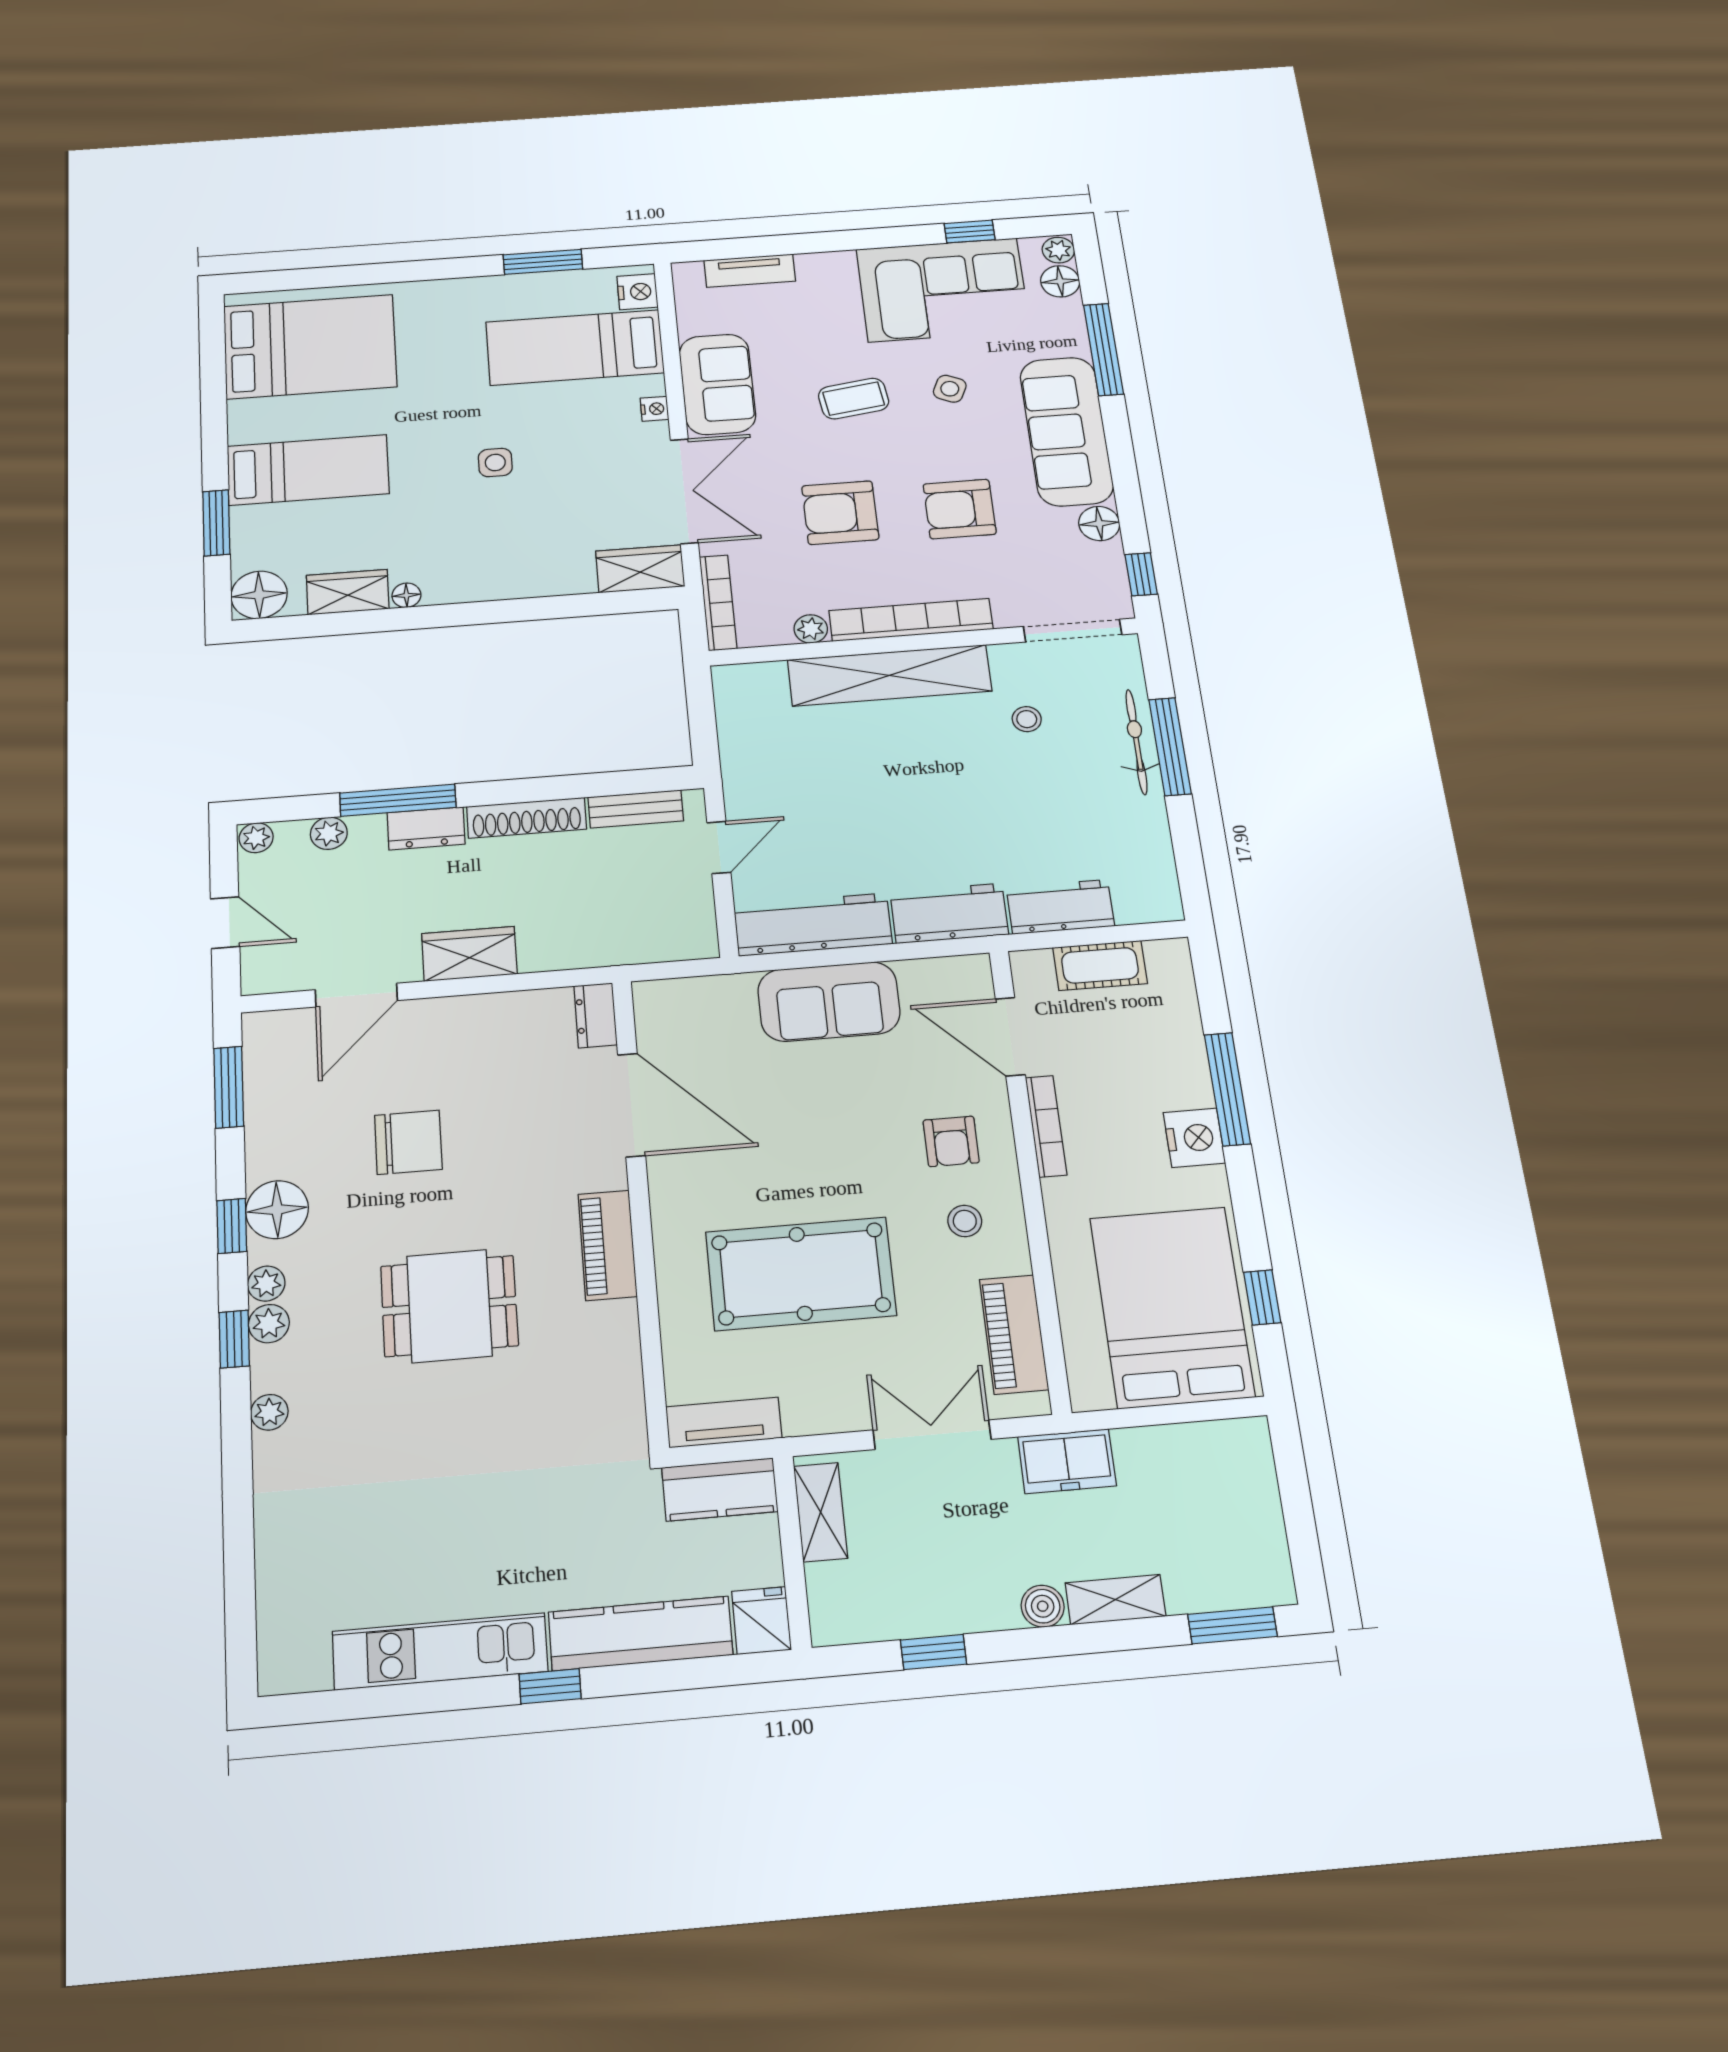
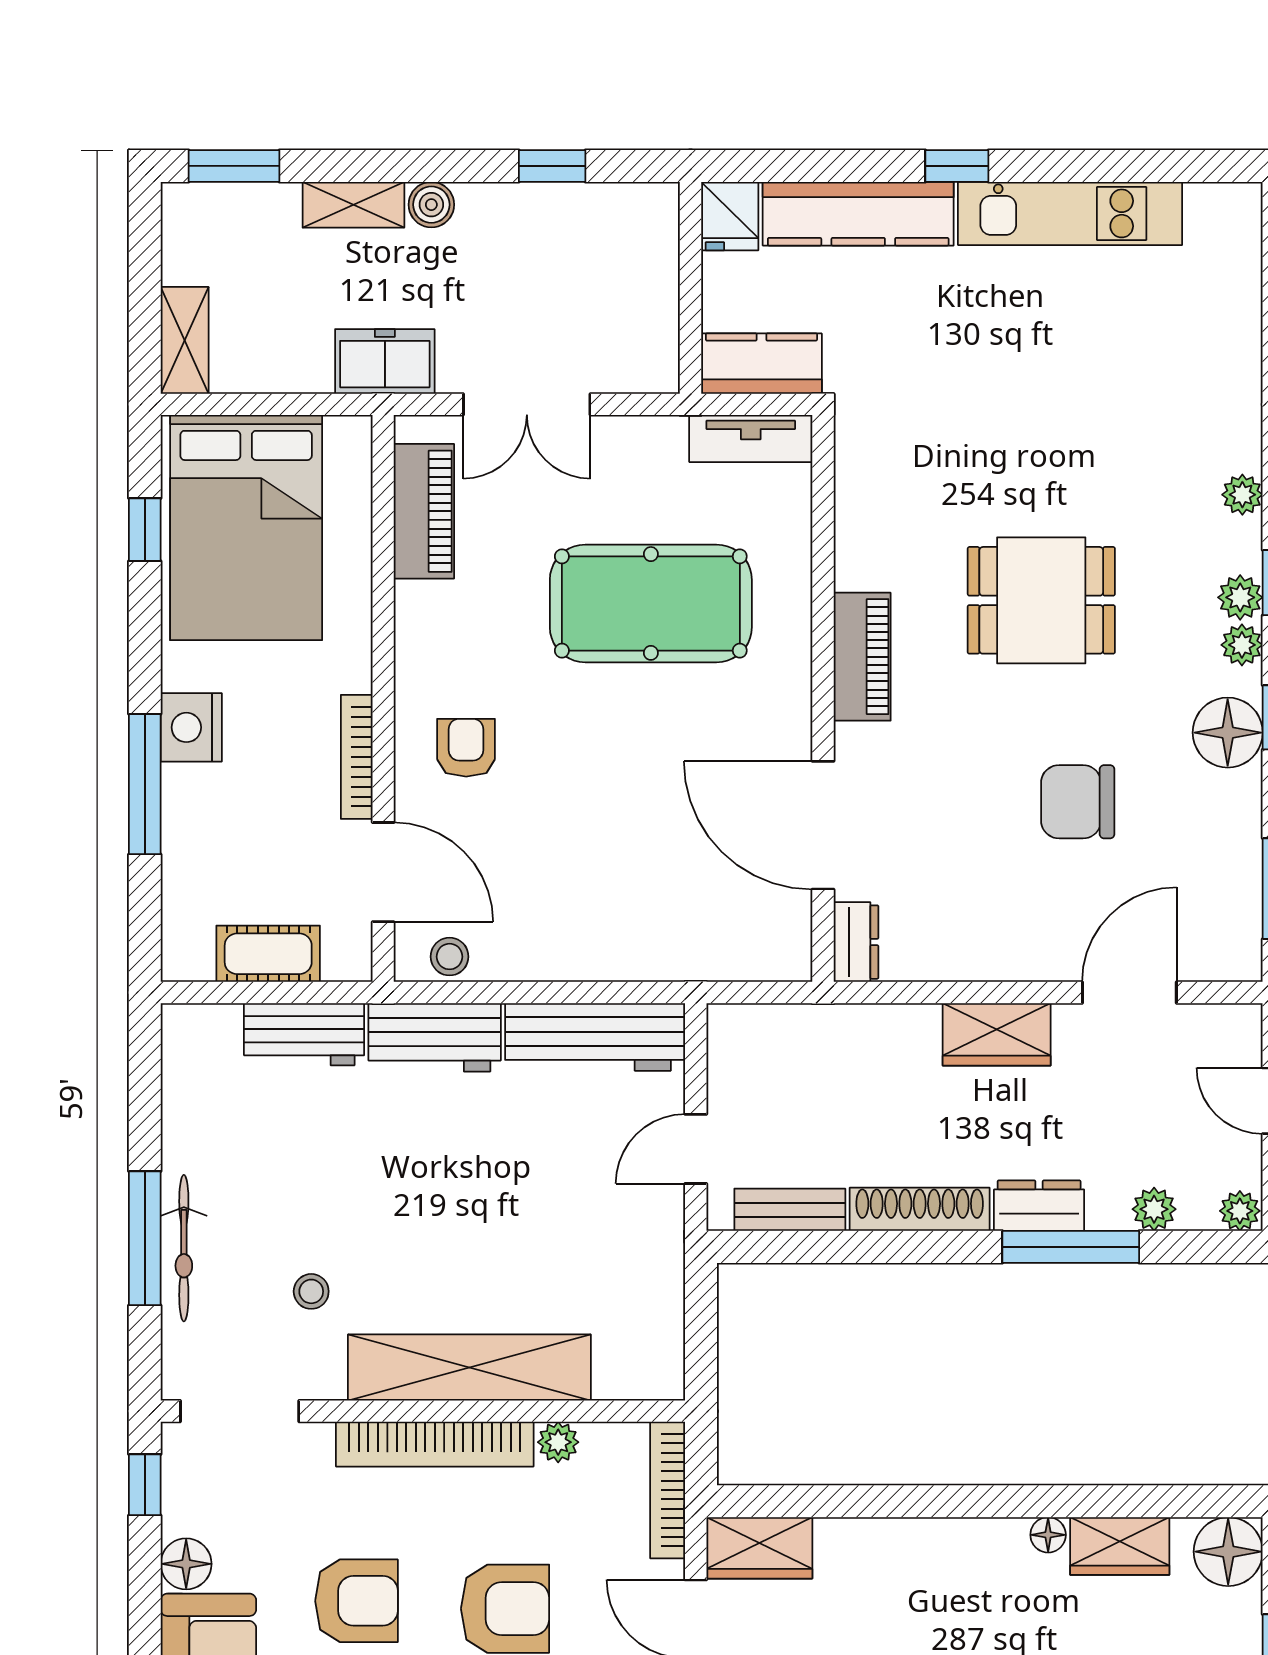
sofa: (829, 1002) -> (586, 935), removed
stool: (965, 1221) -> (450, 957), moved
shelving: (821, 1512) -> (185, 340), moved

